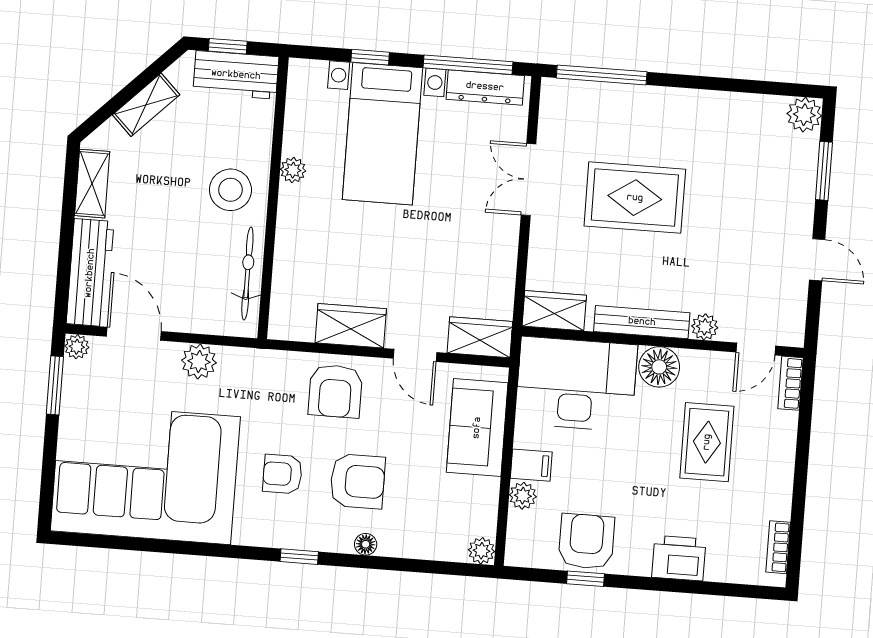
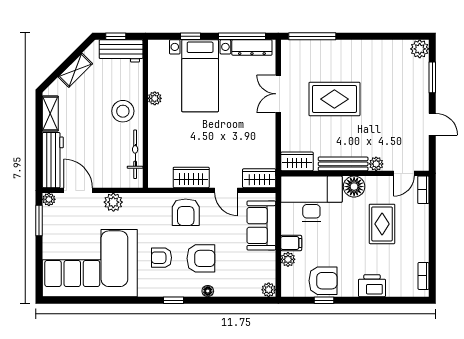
armchair: (586, 541) -> (323, 281), turned 90

